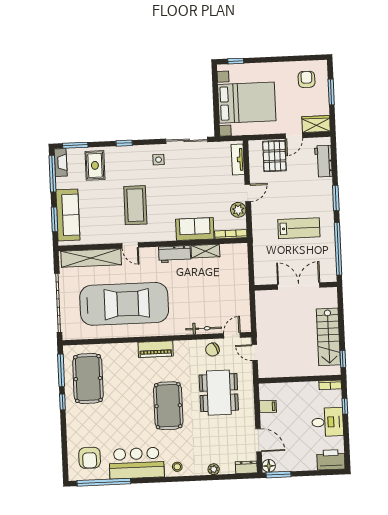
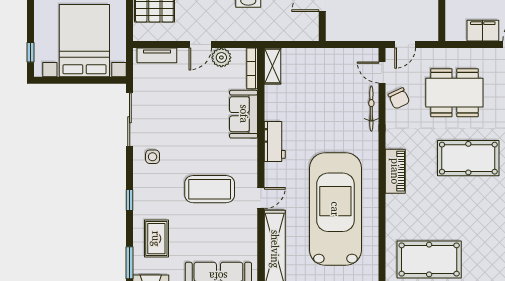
rug: (95, 165) -> (156, 239), turned 90
door: (248, 193) -> (200, 44), swing flipped
shelving: (205, 251) -> (272, 66), moved
filing cabinet: (268, 407) -> (483, 31), width x2.00

